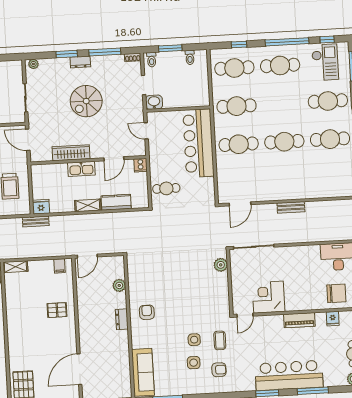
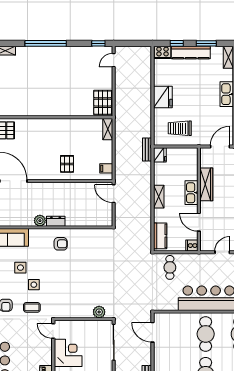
kitchen counter: (116, 202) -> (160, 236), moved
plant: (119, 285) -> (40, 221), moved
side table: (194, 363) -> (20, 268), moved

